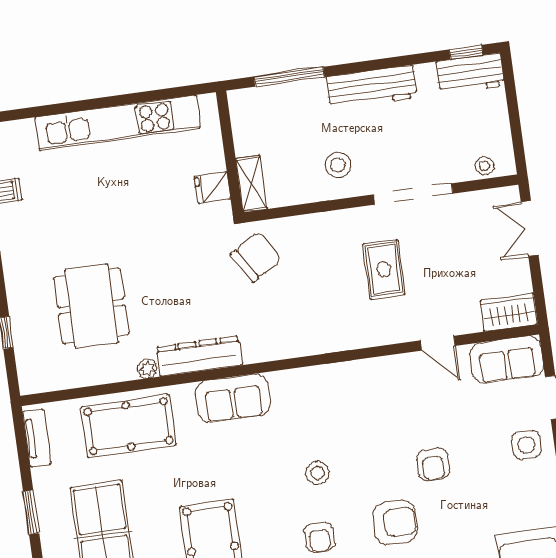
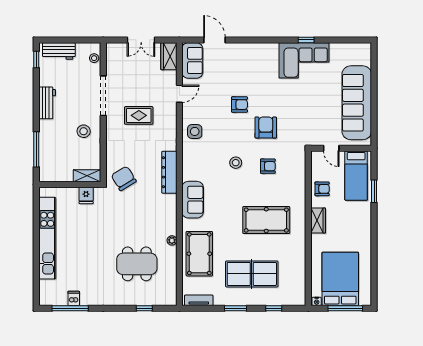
workbench: (470, 74) -> (59, 51), moved, turned 90
workbench: (372, 87) -> (47, 103), width x0.73
double door: (530, 228) -> (141, 40), moved
dresser: (199, 356) -> (169, 172), moved
side table: (527, 445) -> (195, 131), moved

